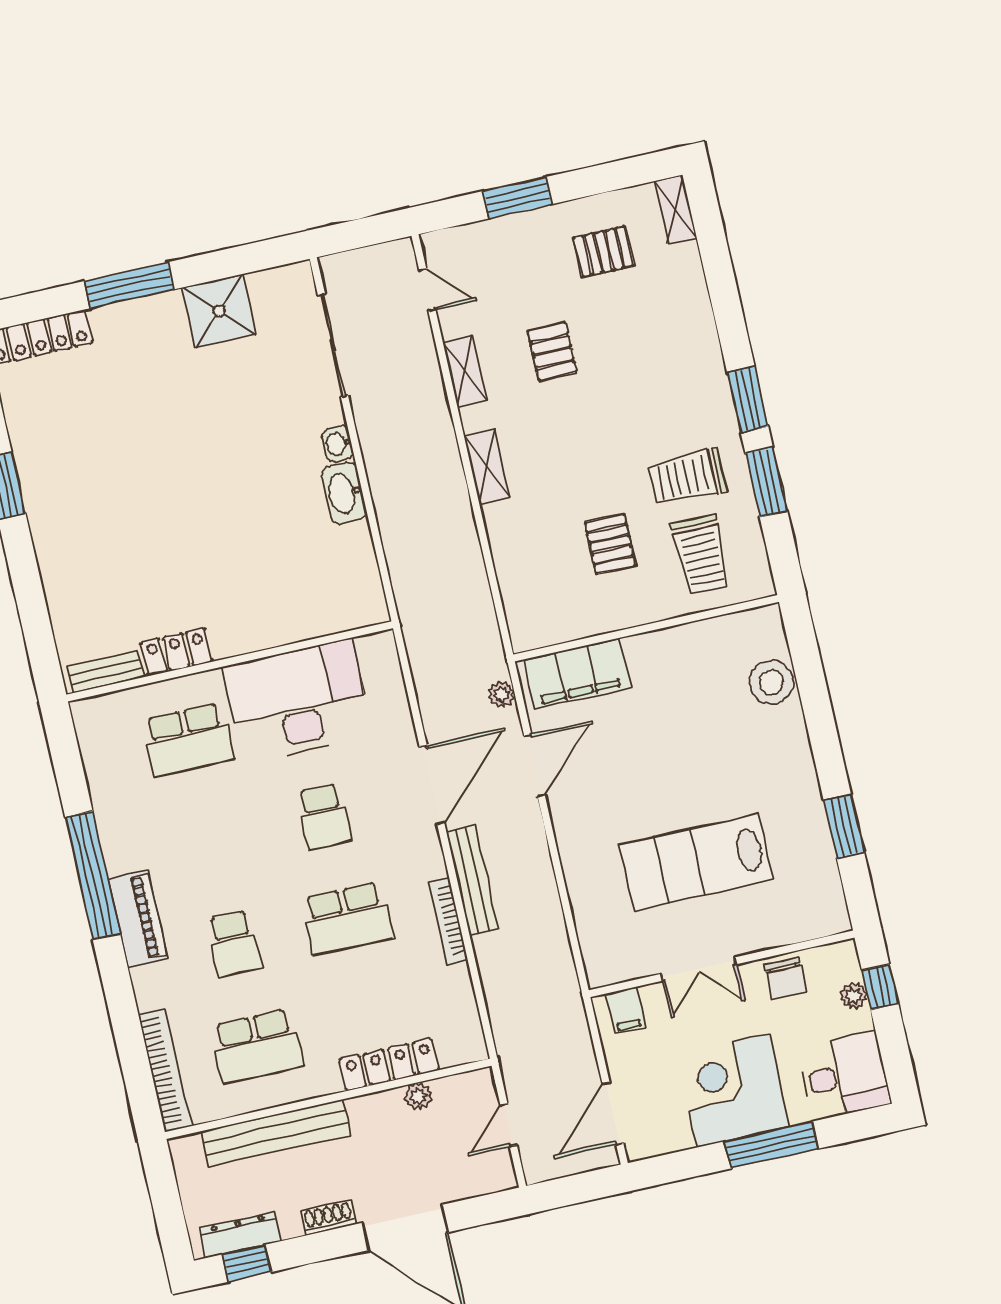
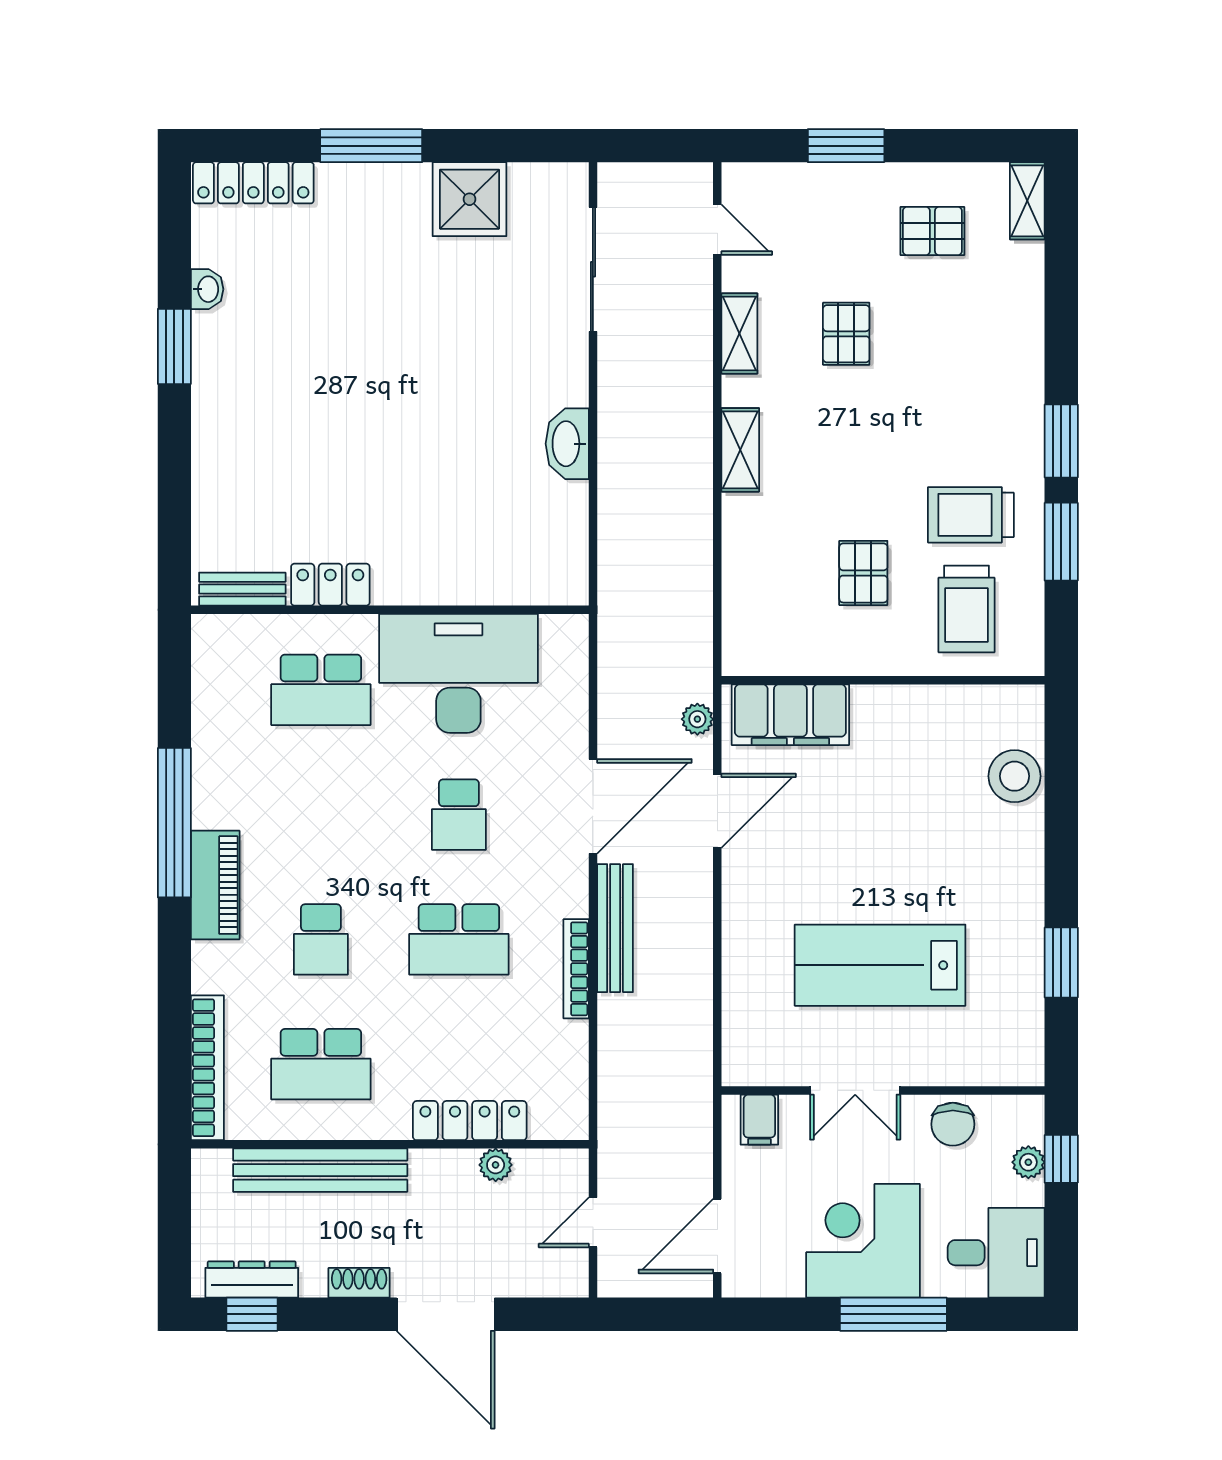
washbasin: (338, 444) -> (207, 289), moved, turned 180

